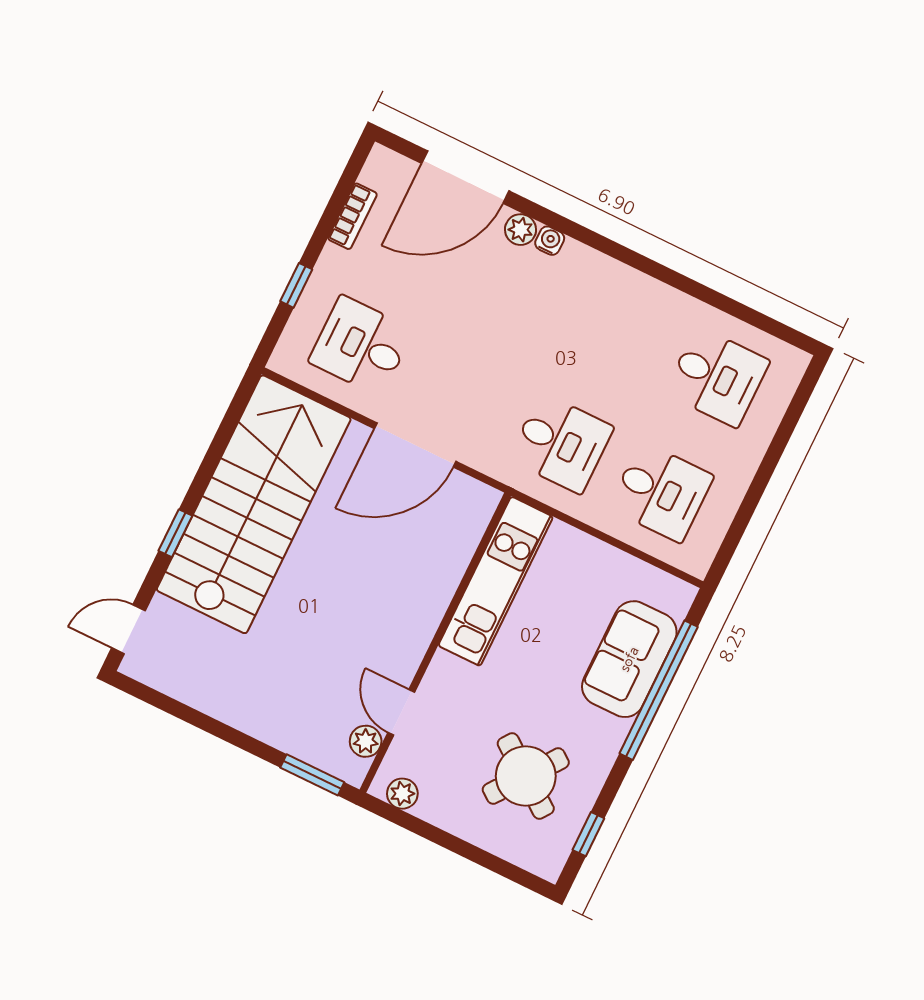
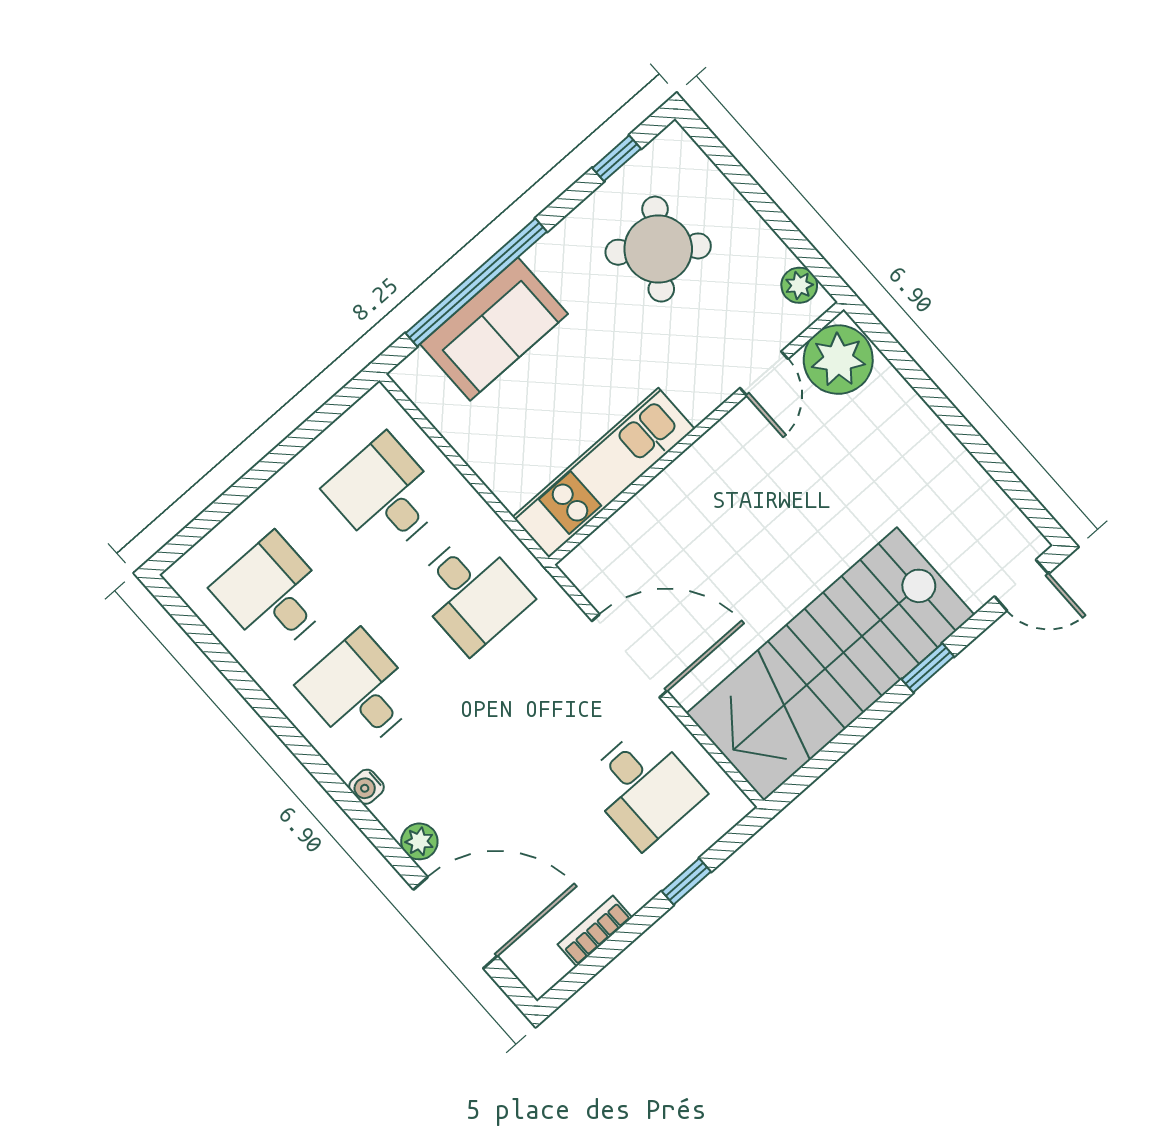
water cooler: (550, 241) -> (366, 787), moved
desk: (617, 328) -> (359, 692), added
desk: (561, 443) -> (471, 593), turned 180
plant: (366, 741) -> (838, 360), width x1.88, depth x1.88
window: (312, 775) -> (888, 346), removed

